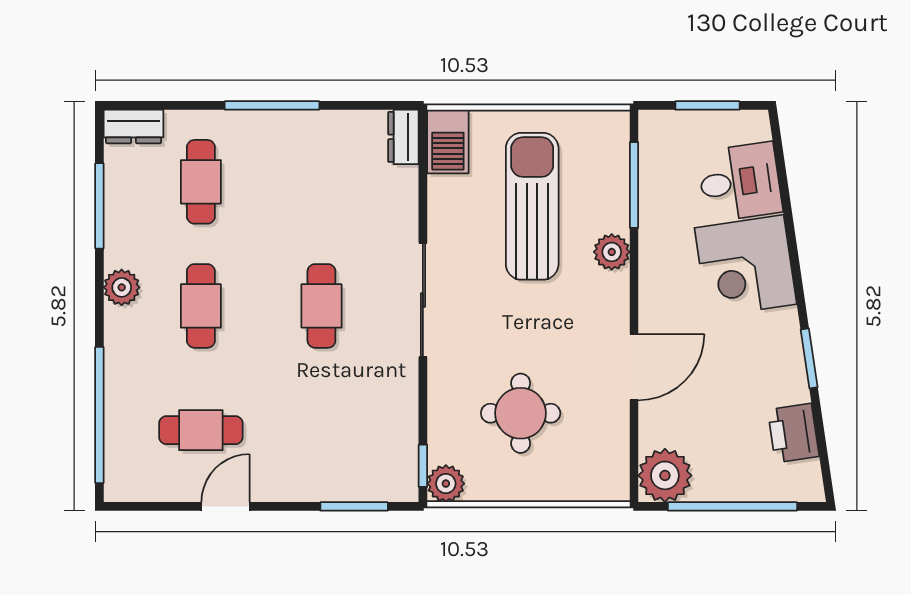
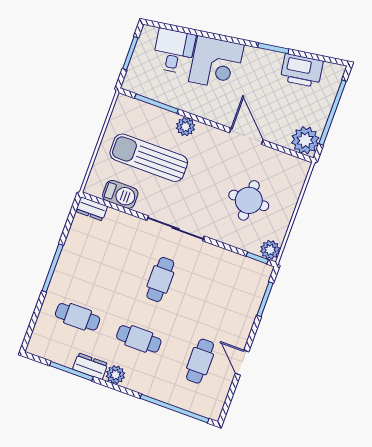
dresser: (134, 127) -> (90, 366), moved, turned -90
barbecue: (448, 142) -> (120, 194), moved
cafe table: (321, 306) -> (160, 279), turned 90
printer: (793, 433) -> (302, 71), width x1.37, depth x1.19

